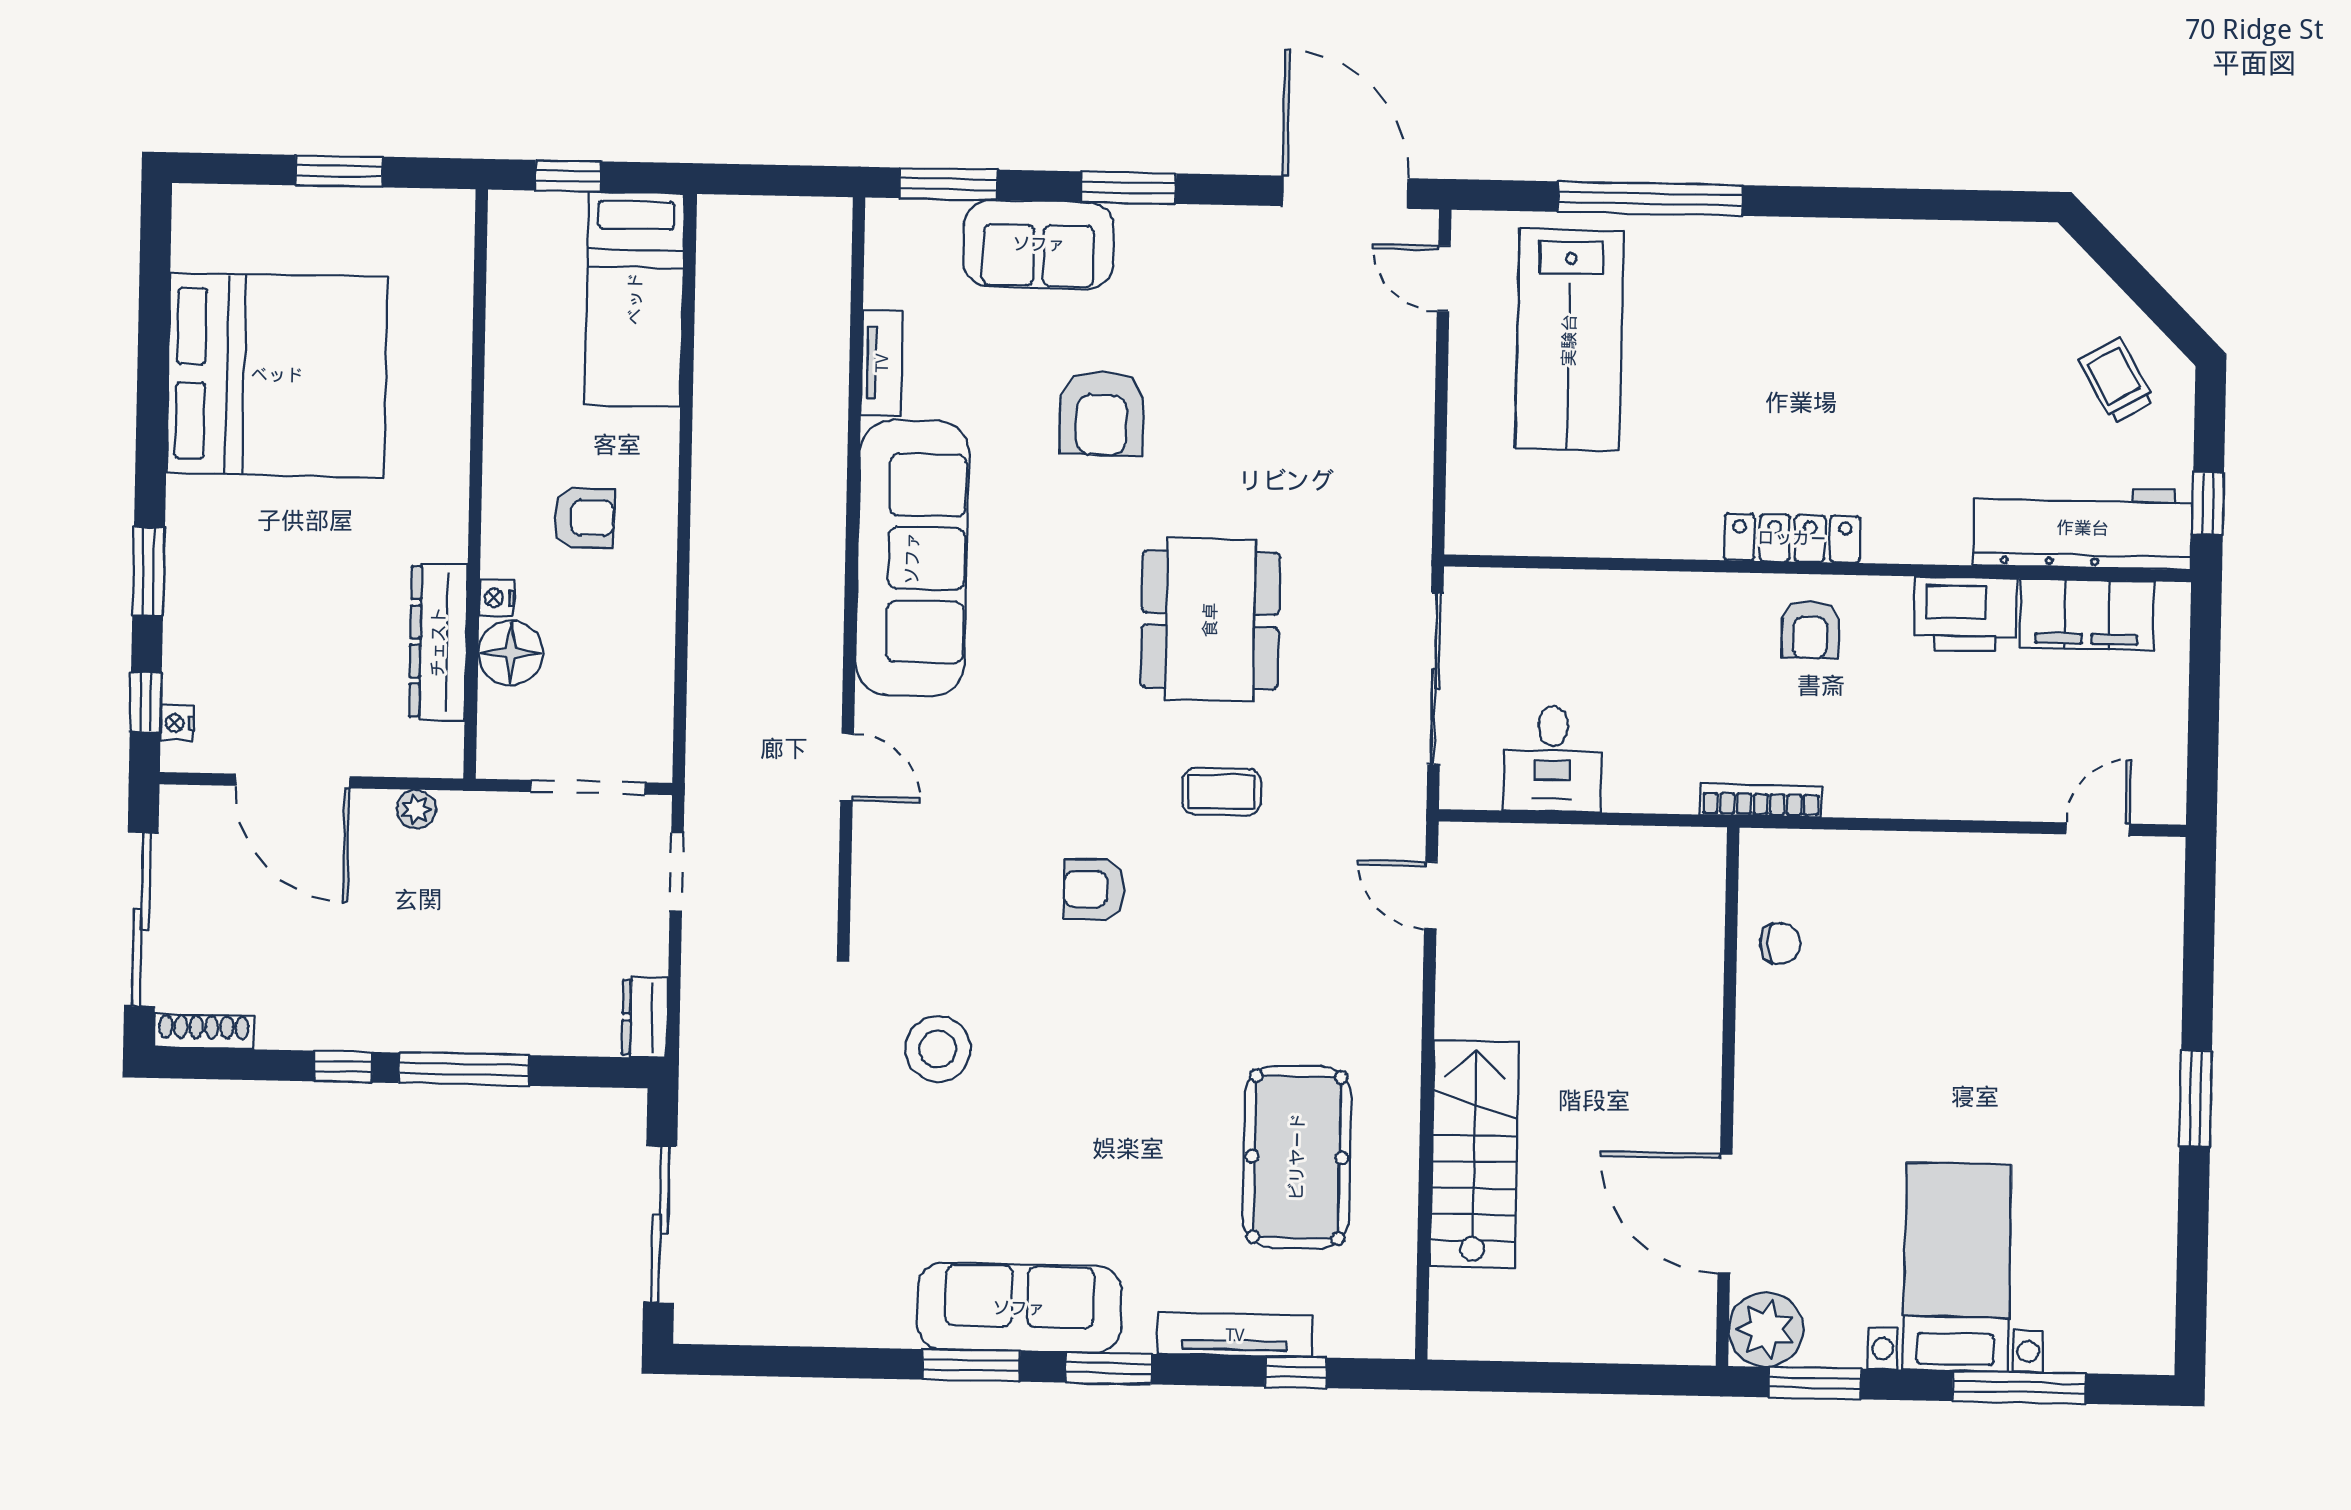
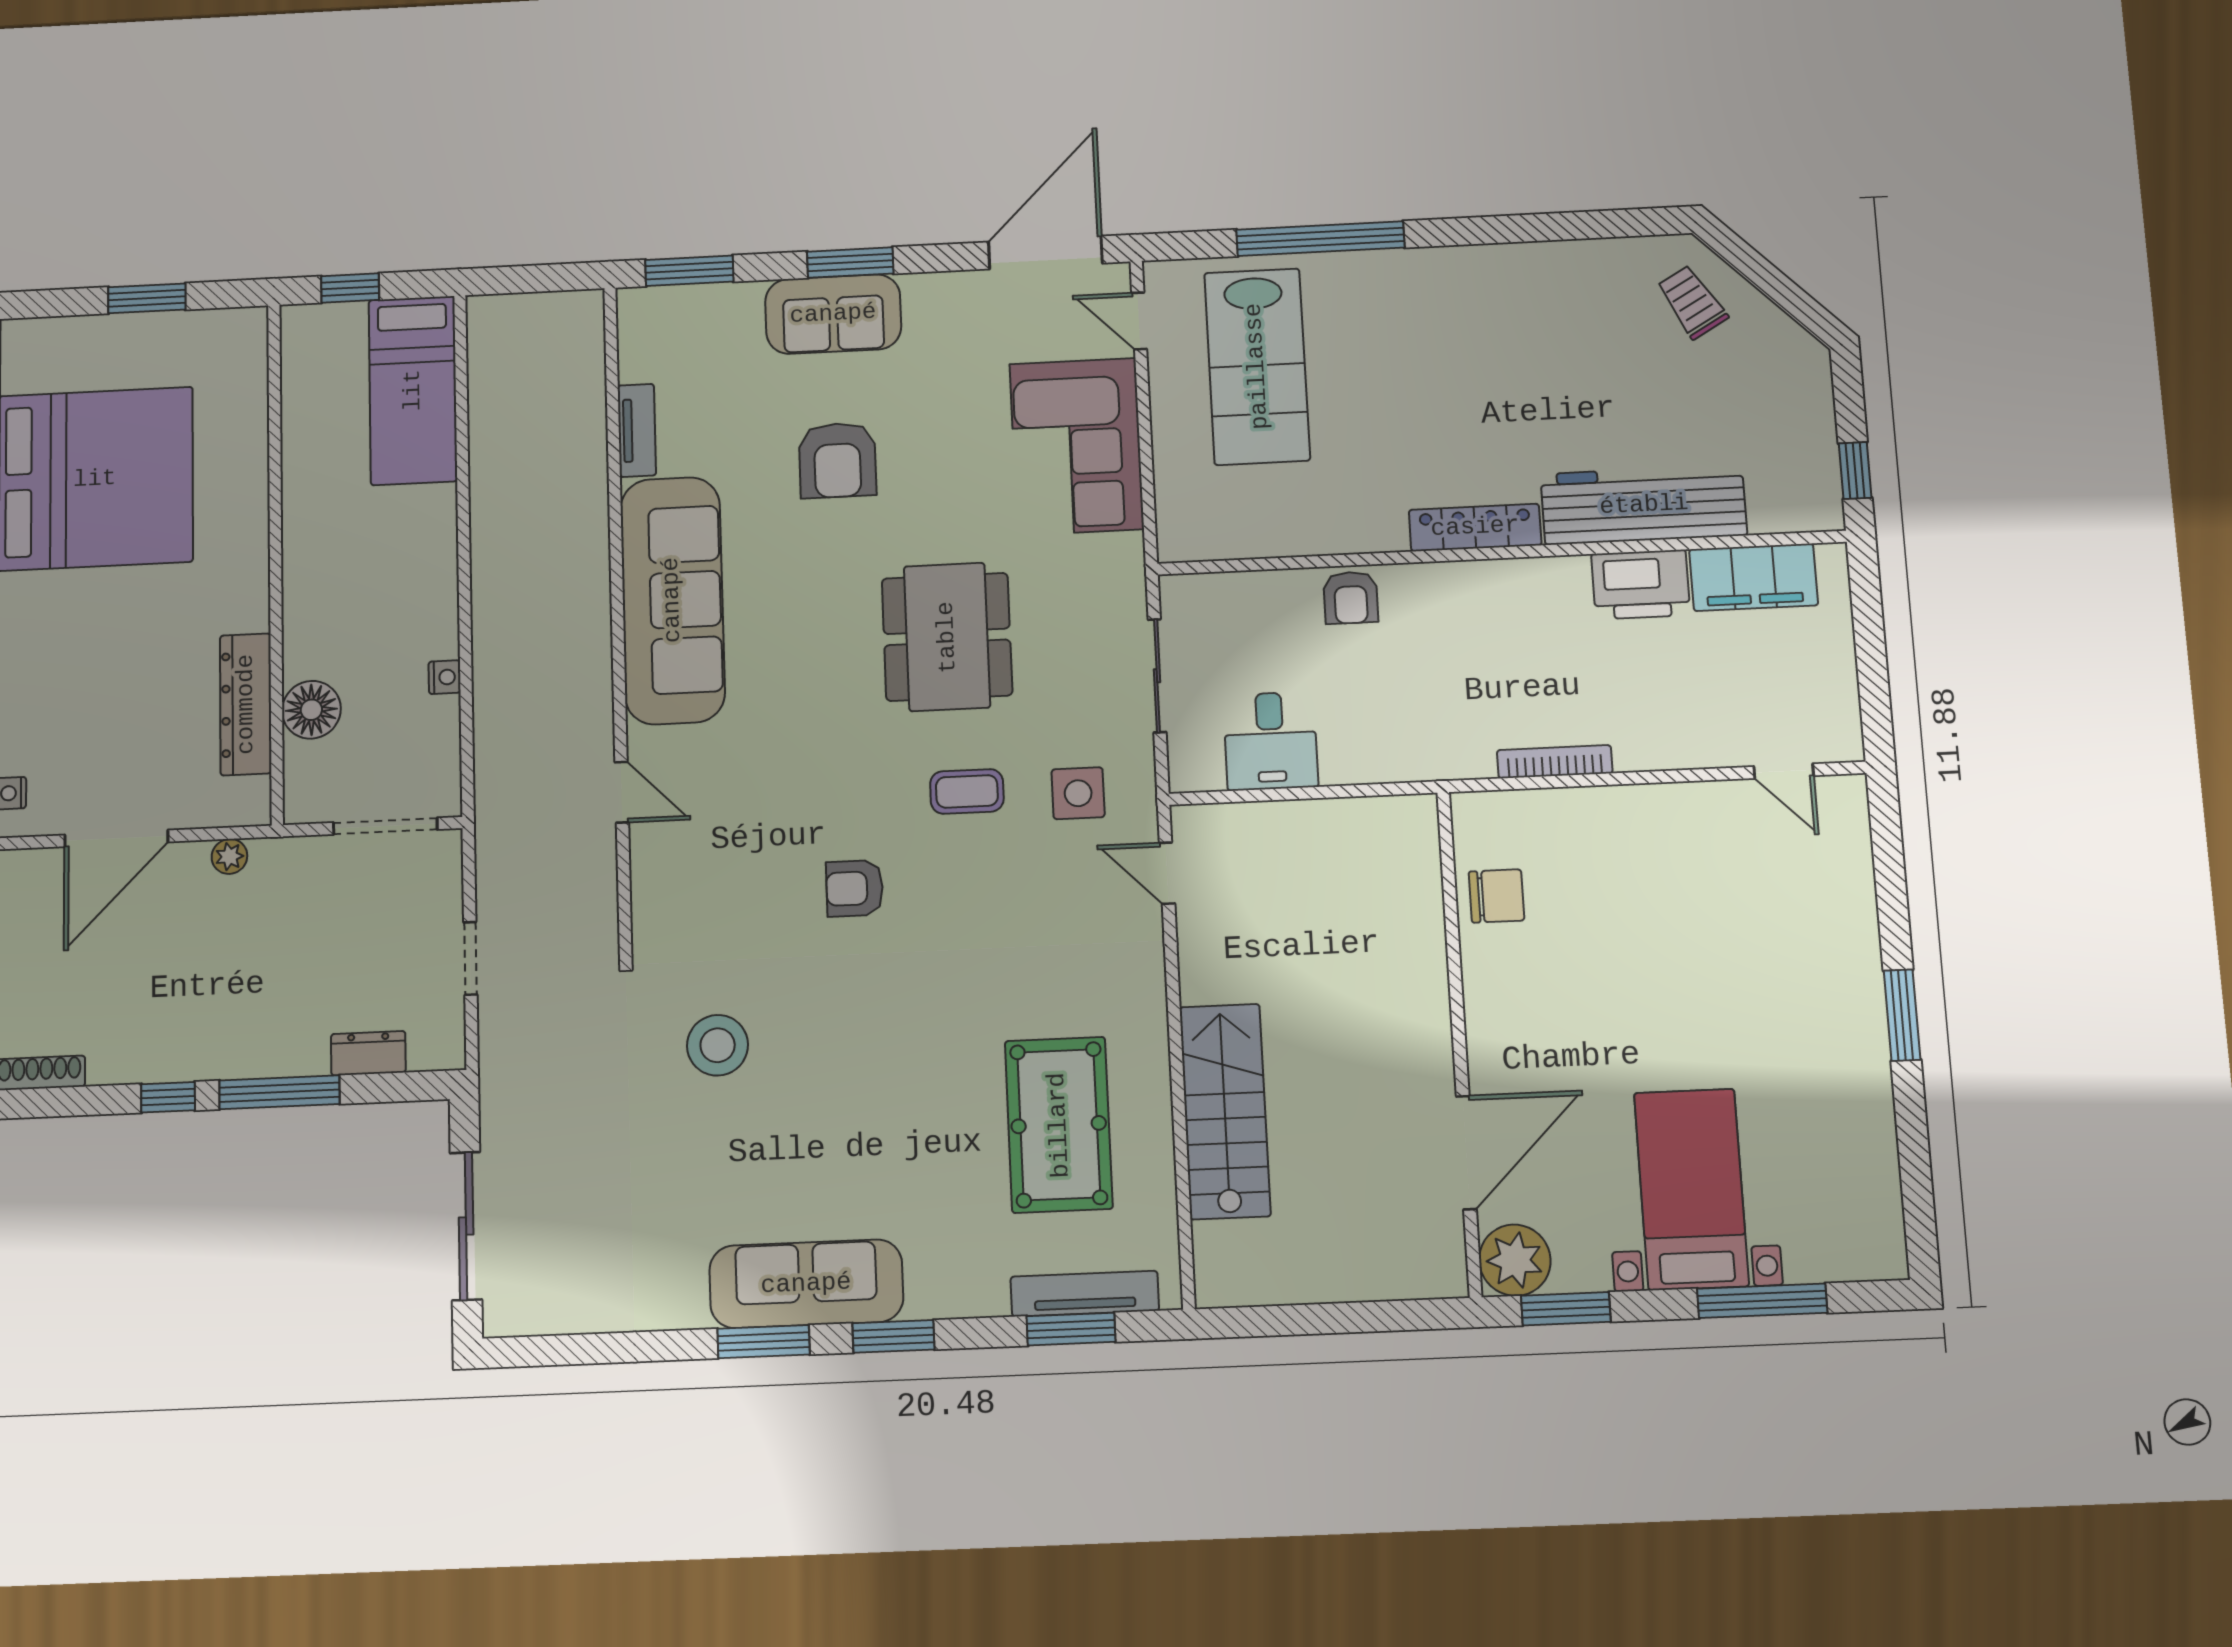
door: (1346, 192) -> (1045, 253), hinge flipped
sofa: (1039, 244) -> (833, 314), moved
trolley: (2116, 381) -> (1692, 302), moved
corner sofa: (1365, 416) -> (1077, 446), added
armchair: (584, 518) -> (374, 585), removed
workbench: (2083, 528) -> (1644, 505), moved
nightstand: (497, 598) -> (445, 677), moved, turned 180
armchair: (1810, 630) -> (1351, 598), moved
sliding door: (1435, 679) -> (1157, 676), width x0.73
door: (293, 781) -> (116, 838), hinge flipped
bookcase: (1761, 800) -> (1555, 762), moved
side table: (1341, 802) -> (1078, 793), added
door: (2098, 829) -> (1784, 771), swing flipped
doorway: (677, 872) -> (470, 958), moved
chair: (1780, 943) -> (1497, 896), width x1.37, depth x1.37
dresser: (645, 1017) -> (368, 1053), moved, turned 90
door: (1725, 1214) -> (1466, 1153), swing flipped
tv unit: (1235, 1335) -> (1085, 1294), moved
window: (1296, 1372) -> (1071, 1329), width x1.50

